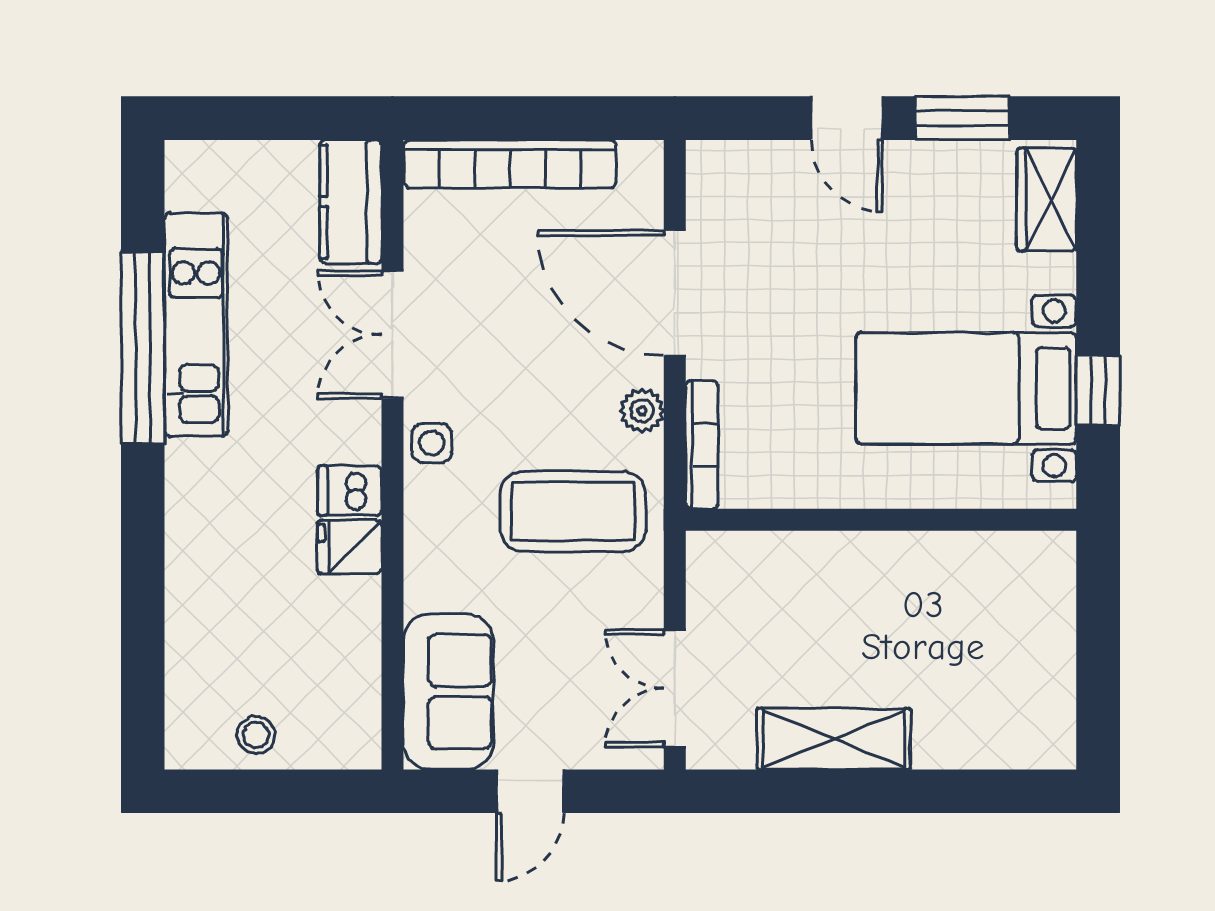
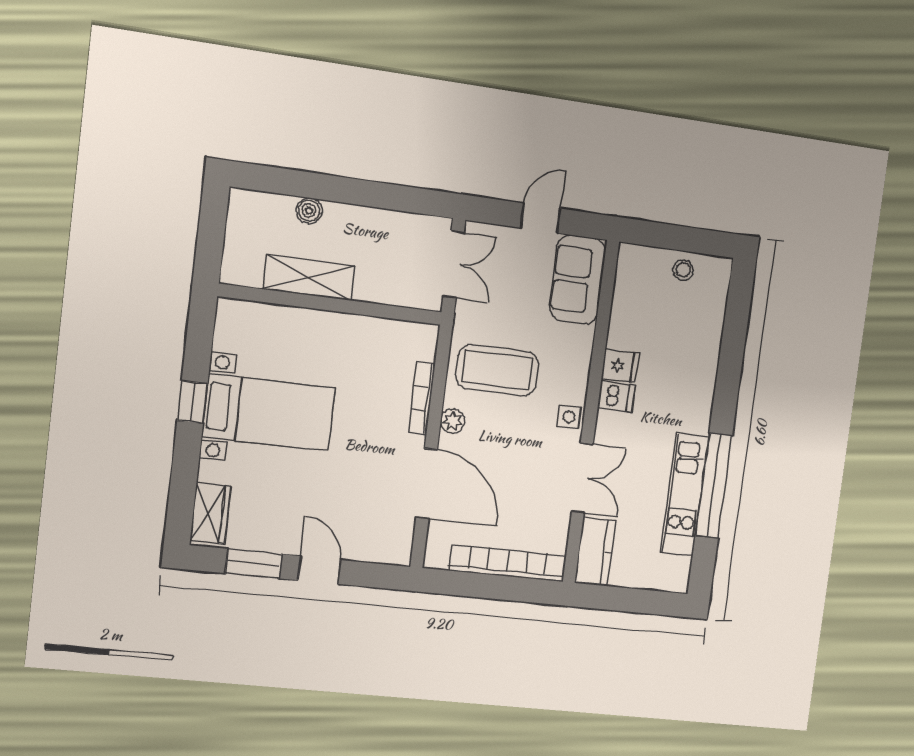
wall: (881, 520) -> (331, 304), moved
shelving: (834, 739) -> (309, 277), moved
boiler: (937, 747) -> (309, 211), added

